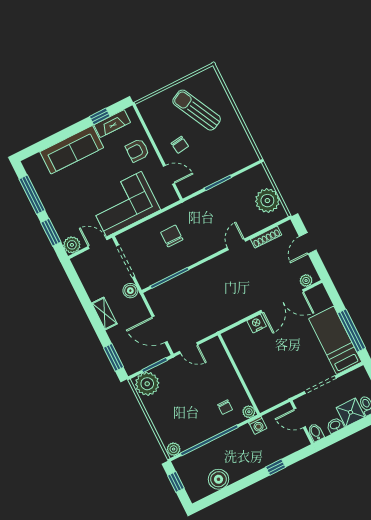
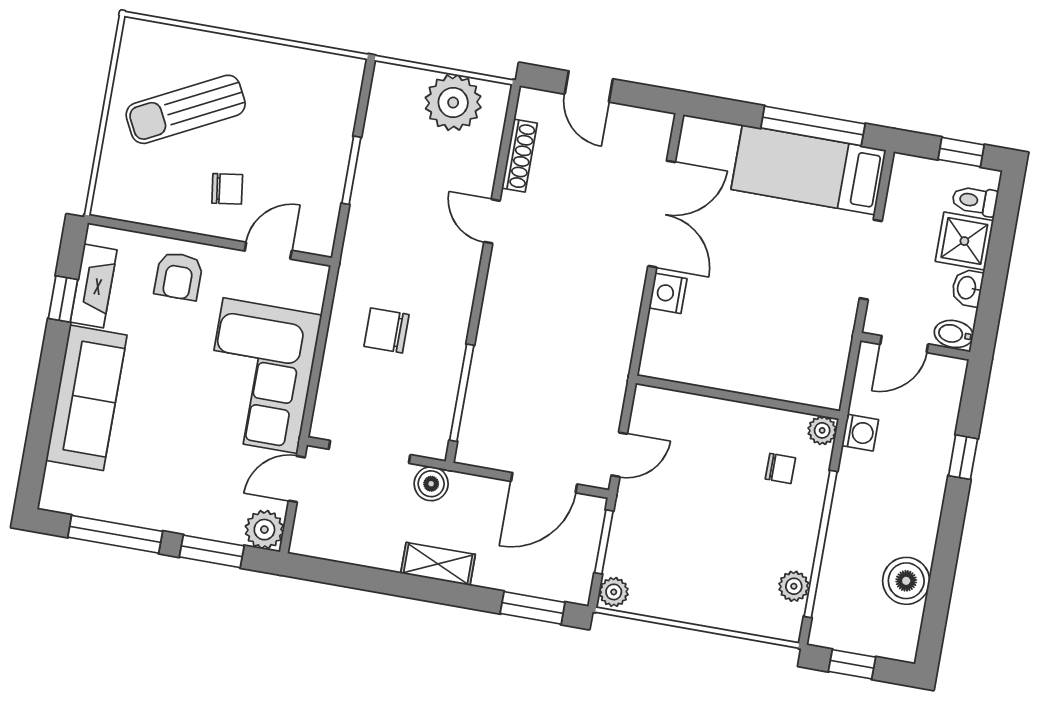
plant: (306, 281) -> (656, 141), removed
plant: (147, 384) -> (614, 592), width x0.53, depth x0.53
plant: (174, 449) -> (794, 586), moved

